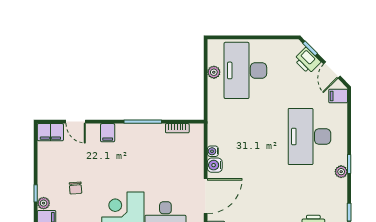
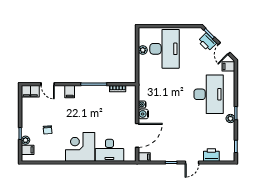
desk: (245, 70) -> (165, 49), turned 180
desk: (309, 137) -> (209, 94), turned 180

